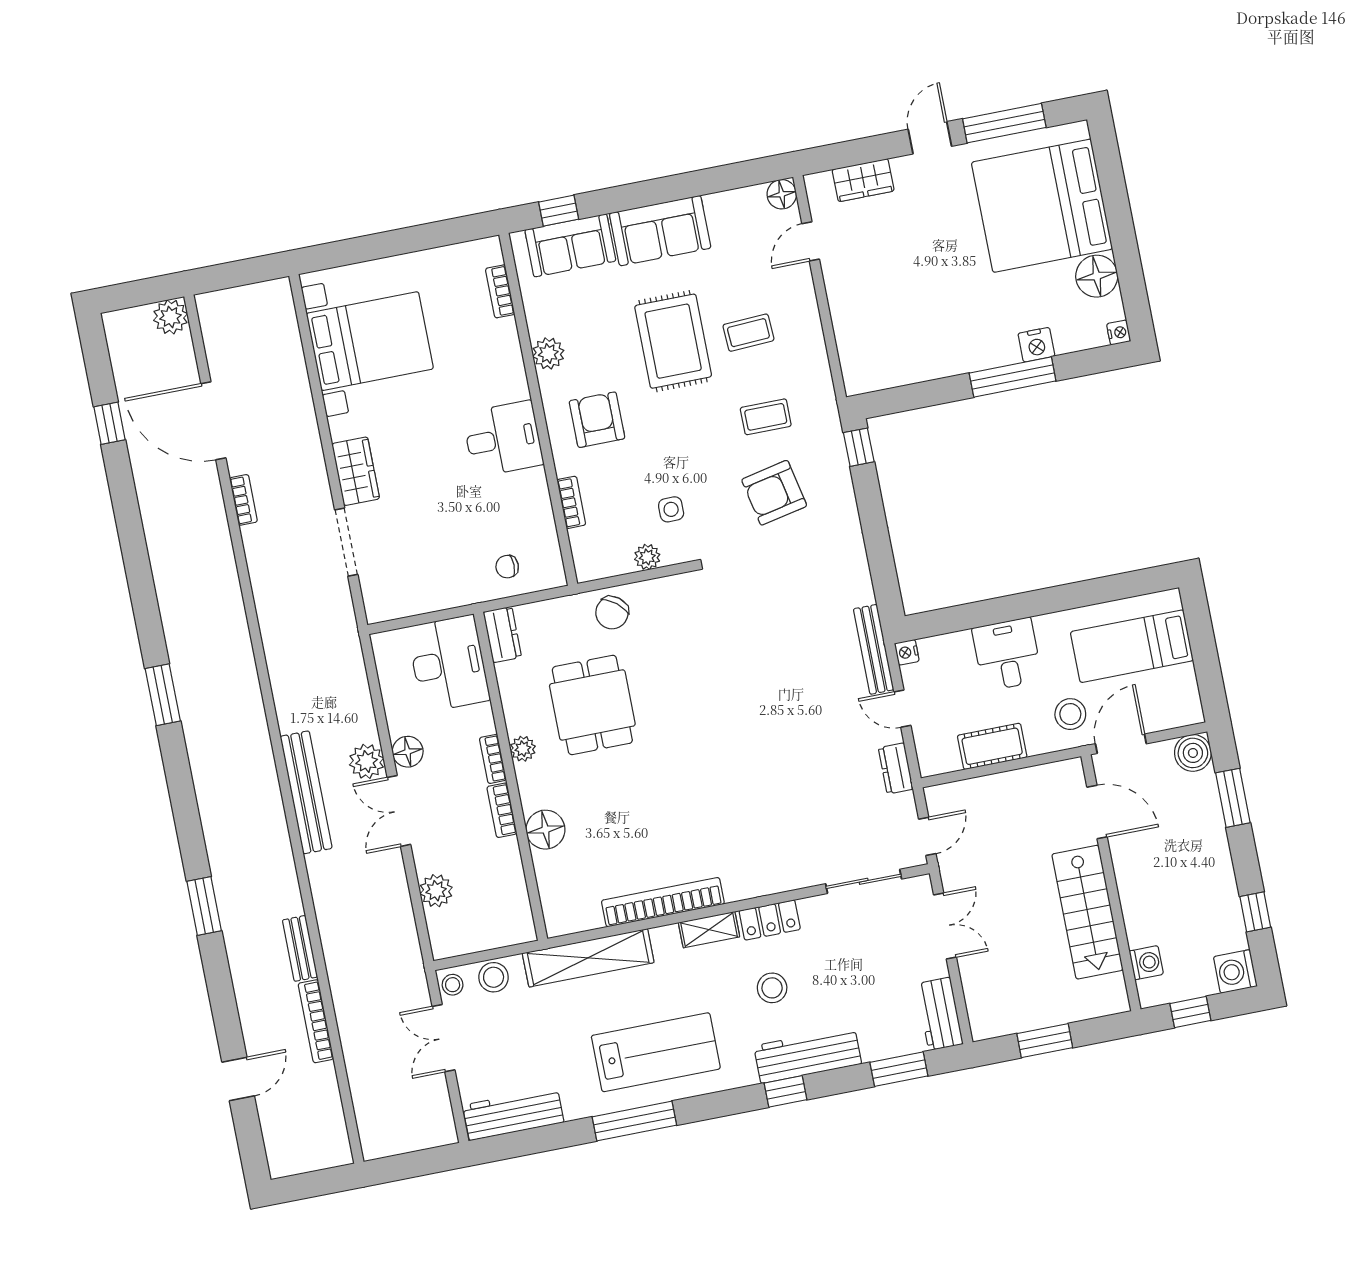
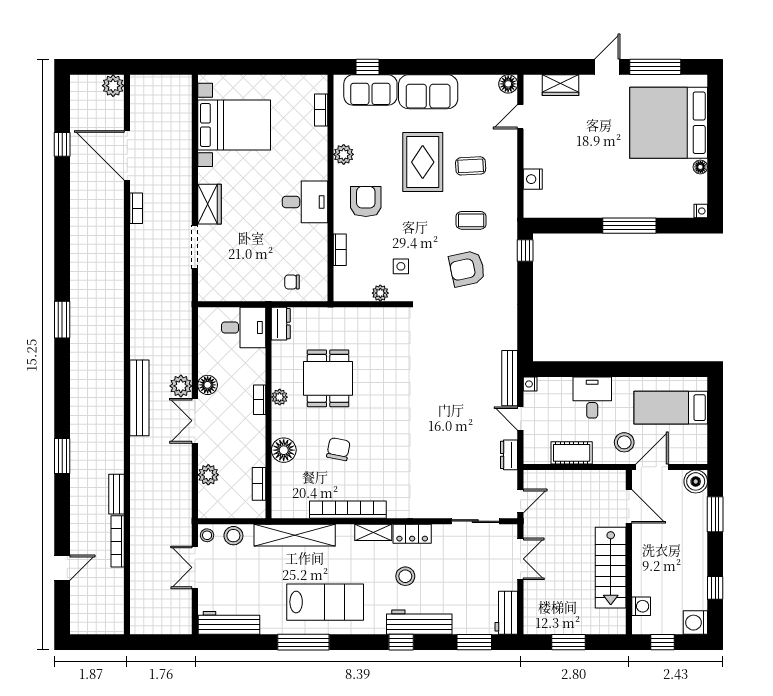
floor lamp: (1097, 276) -> (700, 167), width x0.53, depth x0.53
nightstand: (1036, 345) -> (533, 179), moved, turned 90
chair: (612, 613) -> (338, 449), moved, turned 152
desk: (448, 664) -> (244, 327), width x0.73
bookcase: (502, 810) -> (259, 484), moved

